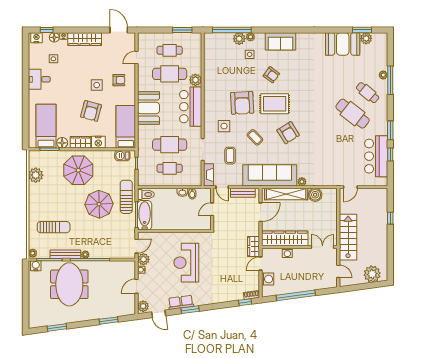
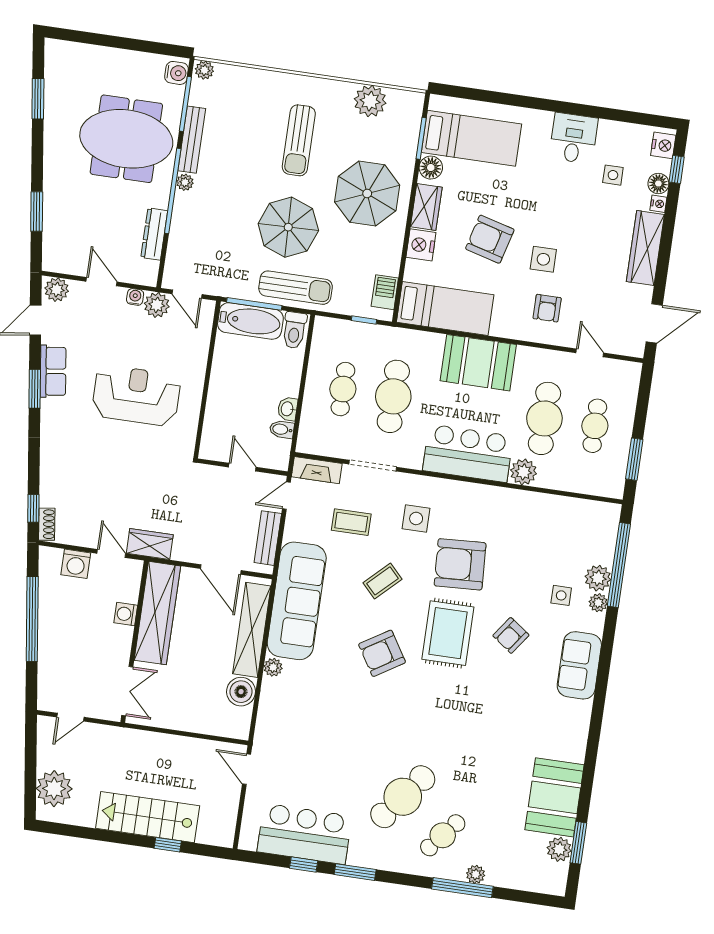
sun lounger: (54, 227) -> (299, 140), moved
stairs: (348, 237) -> (148, 817), moved, turned 180
dresser: (111, 265) -> (154, 234), added

